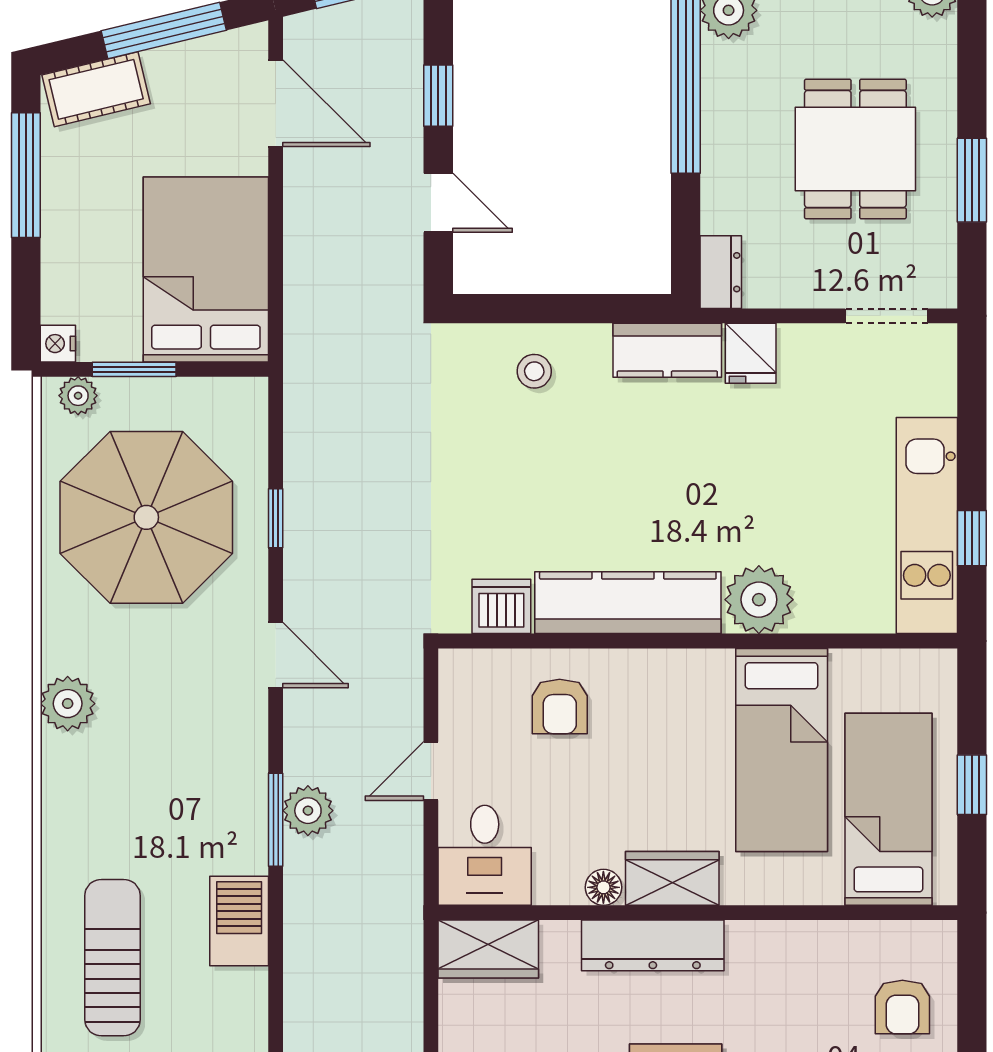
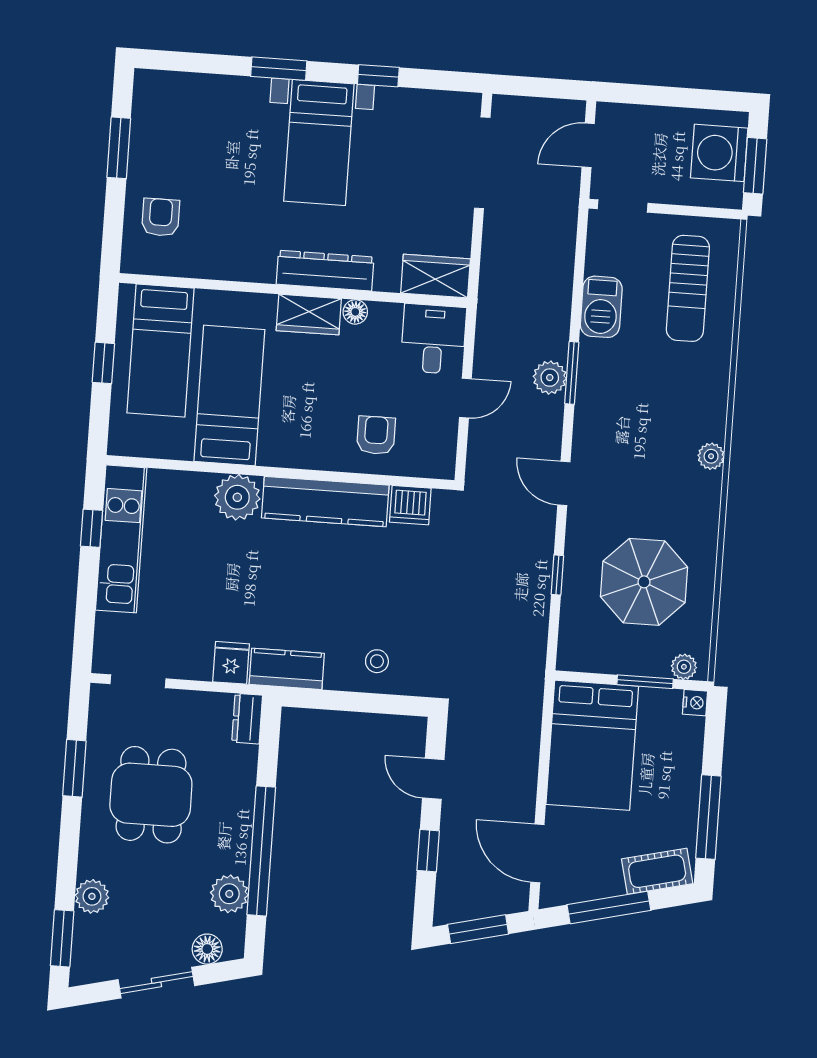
parasol: (146, 517) -> (644, 582), width x0.73, depth x0.73
plant: (68, 704) -> (711, 456), width x0.73, depth x0.73

